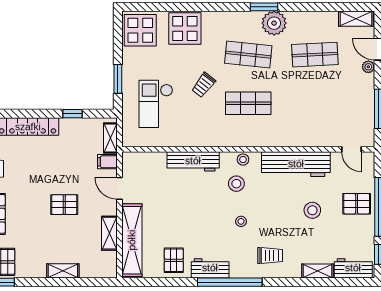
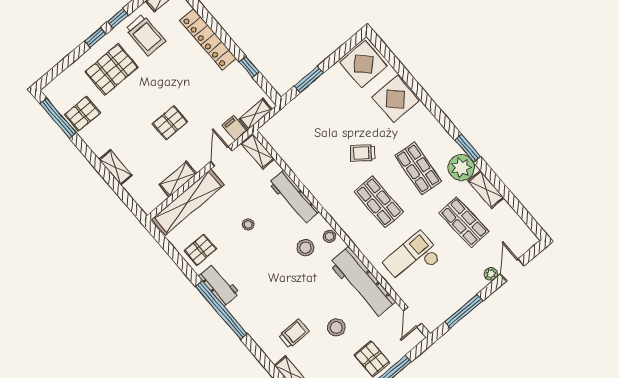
shelving: (356, 19) -> (486, 189), moved
checkout: (156, 104) -> (412, 259), moved
shelving: (138, 159) -> (258, 151), added
pallet: (64, 205) -> (170, 123), turned 90
stool: (241, 221) -> (248, 224), moved
trolley: (270, 256) -> (294, 333), moved, turned -90

